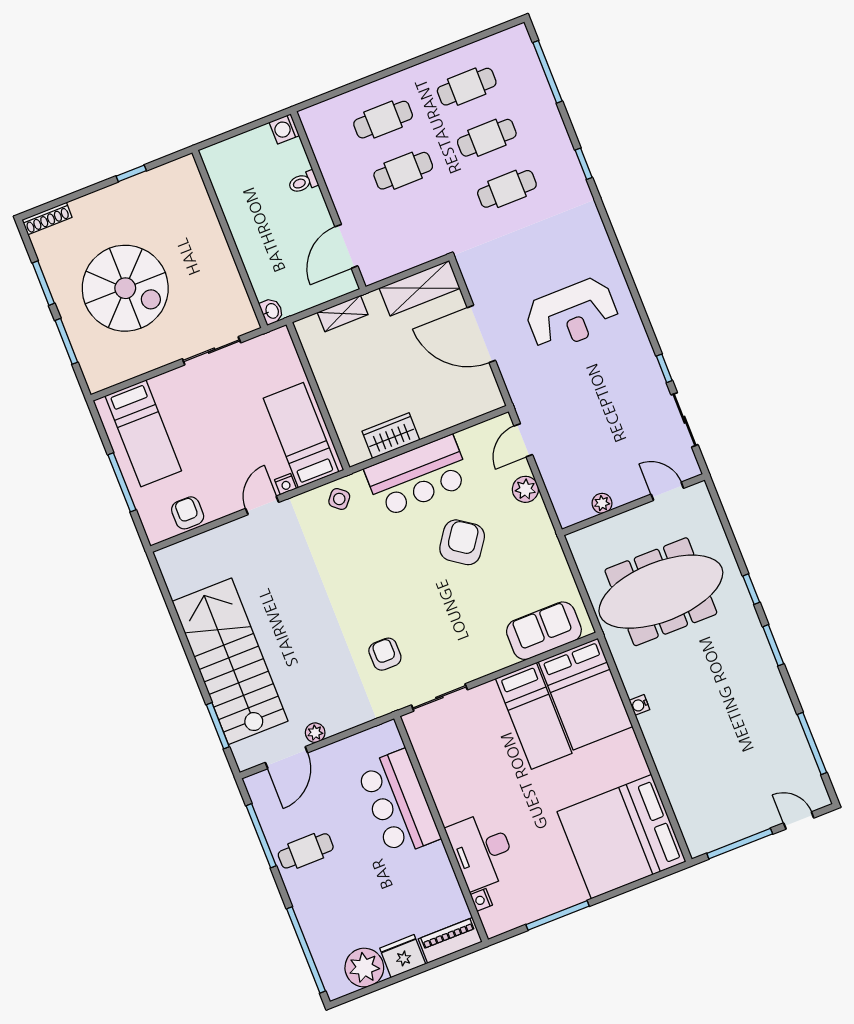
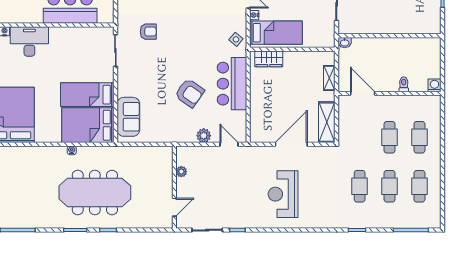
wardrobe: (391, 436) -> (269, 59), moved, turned 90
meeting table: (661, 592) -> (95, 192), moved, turned 90

